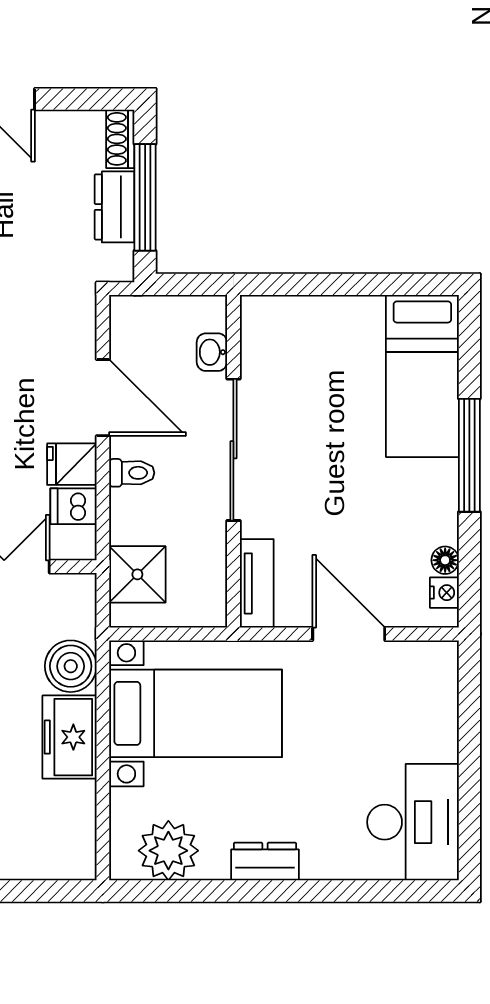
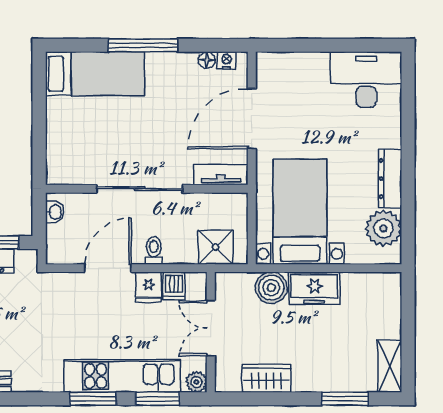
washbasin: (212, 352) -> (55, 212), moved, turned -90
door: (349, 634) -> (252, 119), width x1.36
dresser: (265, 861) -> (390, 179), width x1.44

